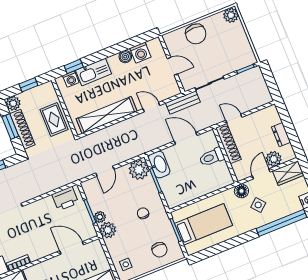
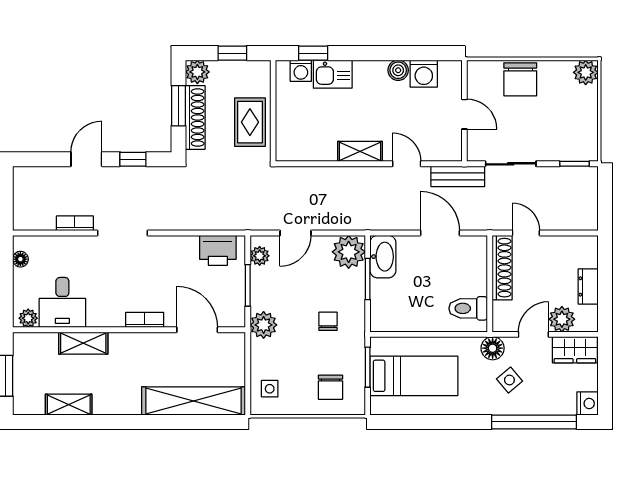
kitchen sink: (94, 72) -> (333, 74), width x0.73
shelving: (107, 115) -> (360, 151), width x0.45, depth x0.75
toilet: (212, 157) -> (468, 308), moved
plant: (100, 217) -> (260, 256), moved
bookcase: (19, 263) -> (145, 320), moved

